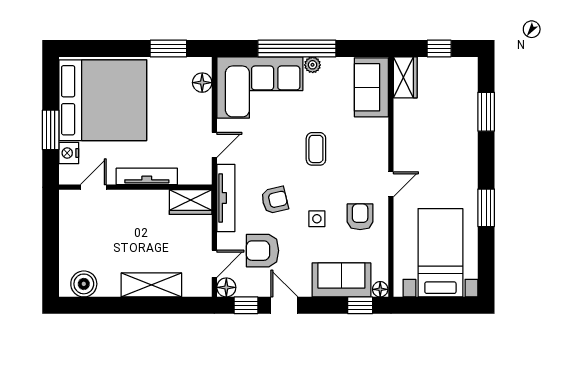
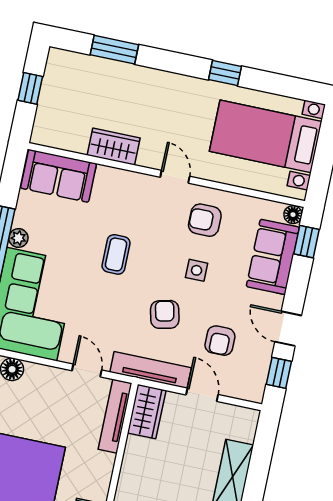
wardrobe: (405, 77) -> (114, 147), moved
coffee table: (316, 149) -> (116, 254), turned 90
tv unit: (147, 176) -> (115, 416), moved
window: (486, 208) -> (225, 73), width x0.67
armchair: (262, 251) -> (220, 341), width x0.72, depth x0.72
door: (214, 264) -> (202, 395), moved
floor lamp: (226, 287) -> (254, 391), removed
door: (284, 305) -> (288, 329), hinge flipped

